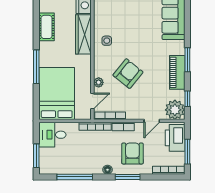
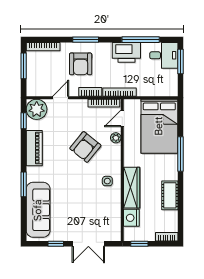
window: (187, 60) -> (24, 184), moved
desk: (52, 135) -> (164, 55), moved
printer: (175, 138) -> (126, 52), moved, turned 90
floor lamp: (108, 170) -> (107, 47), removed

